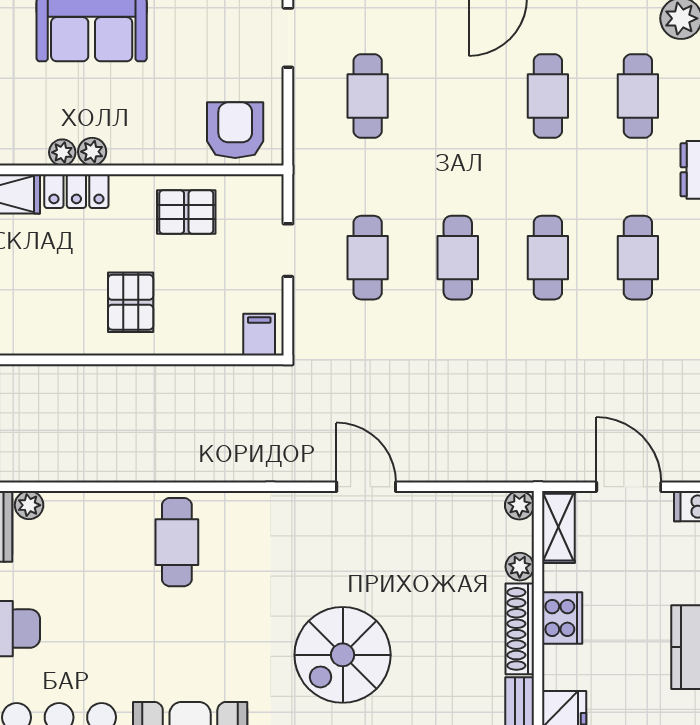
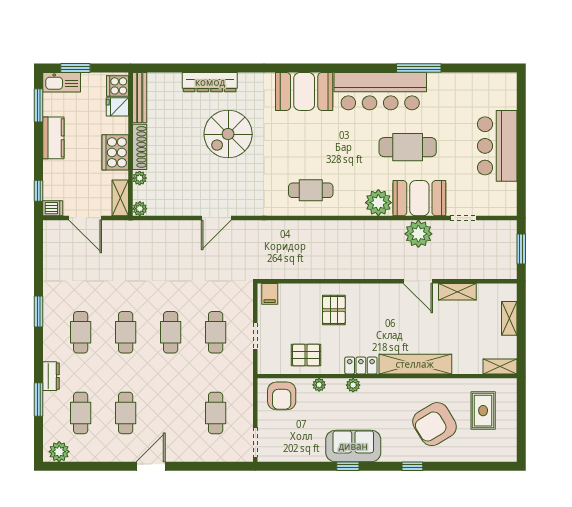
plant: (62, 152) -> (319, 385), moved
door: (366, 487) -> (216, 218), hinge flipped
plant: (29, 505) -> (378, 203), width x1.87, depth x1.87
cafe table: (177, 542) -> (311, 190), turned 90
cooker: (562, 618) -> (115, 152), width x1.37, depth x1.31
spiral stairs: (343, 655) -> (228, 134), turned 180

